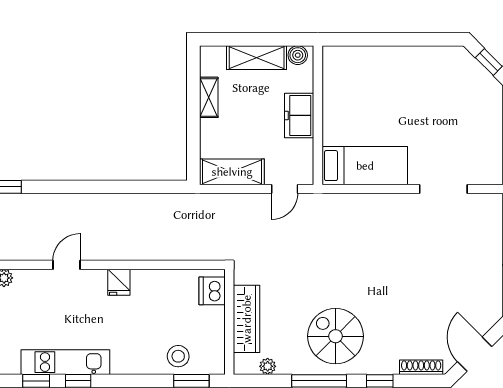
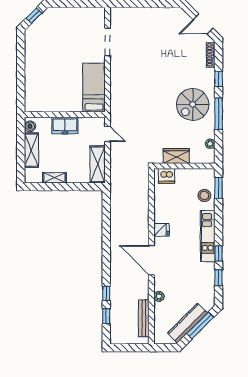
door: (66, 265) -> (151, 260), width x1.88
wardrobe: (247, 319) -> (176, 156), width x0.67
kitchen unit: (65, 362) -> (208, 236), moved

